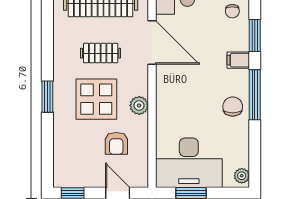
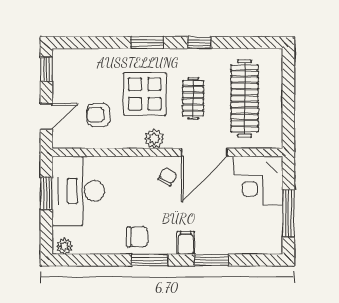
chair: (232, 11) -> (167, 177), moved, turned 120
window: (47, 47) -> (199, 43), added
window: (255, 95) -> (149, 260), width x0.69
plant: (139, 105) -> (154, 139), moved

